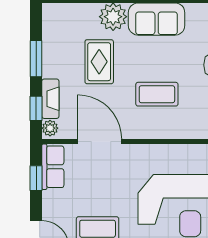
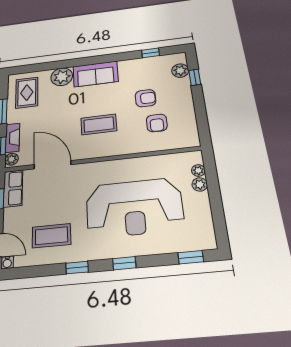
rug: (99, 62) -> (27, 93), moved

